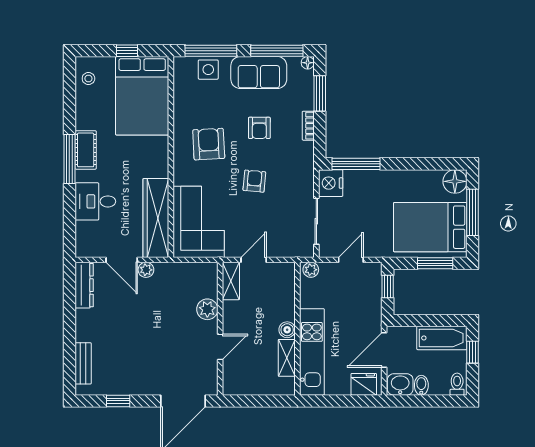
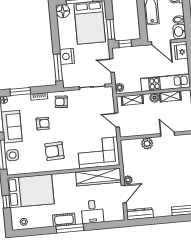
armchair: (254, 181) -> (61, 102), moved
nightstand: (331, 183) -> (67, 56), moved, turned 90
window: (435, 263) -> (111, 29), moved
shelving: (231, 281) -> (132, 100), moved

